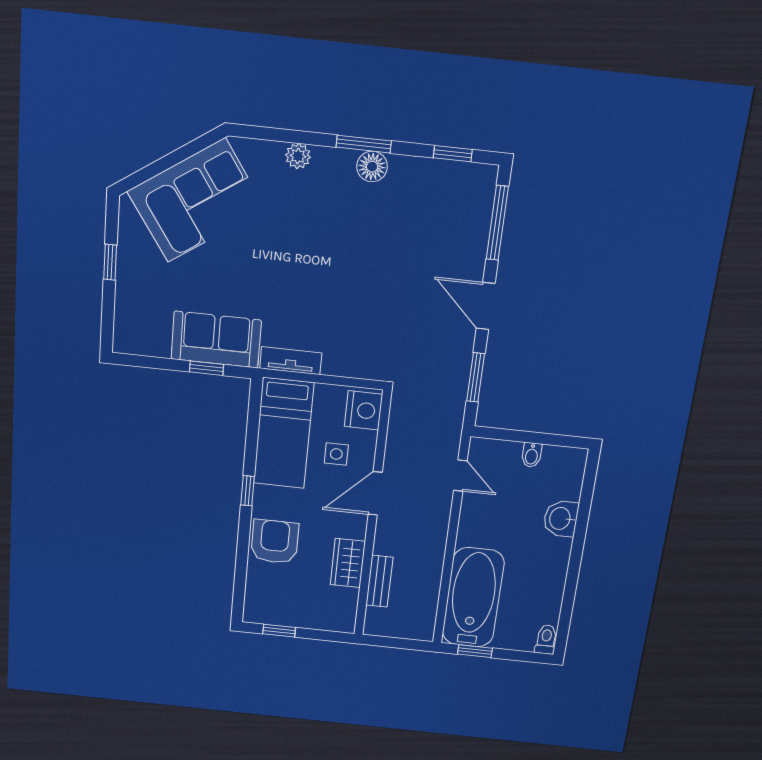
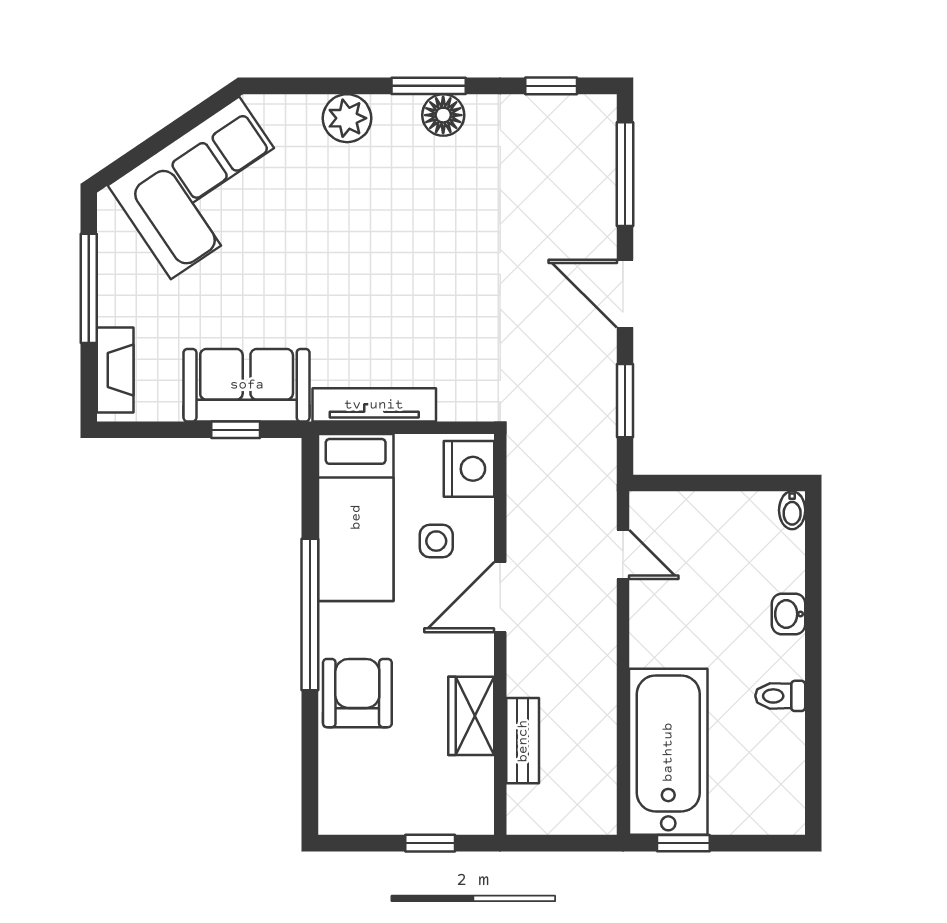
plant: (298, 156) -> (347, 118), width x1.38, depth x1.38
window: (110, 262) -> (89, 288), width x2.17
fireplace: (126, 320) -> (115, 370), added
tv unit: (291, 361) -> (374, 405), width x1.41
bidet: (532, 455) -> (792, 510), moved
window: (248, 491) -> (310, 615), width x3.17
washbasin: (561, 519) -> (789, 614), width x0.72, depth x0.69
window: (279, 631) -> (430, 843), moved
toilet: (546, 639) -> (780, 696), moved, turned -90

